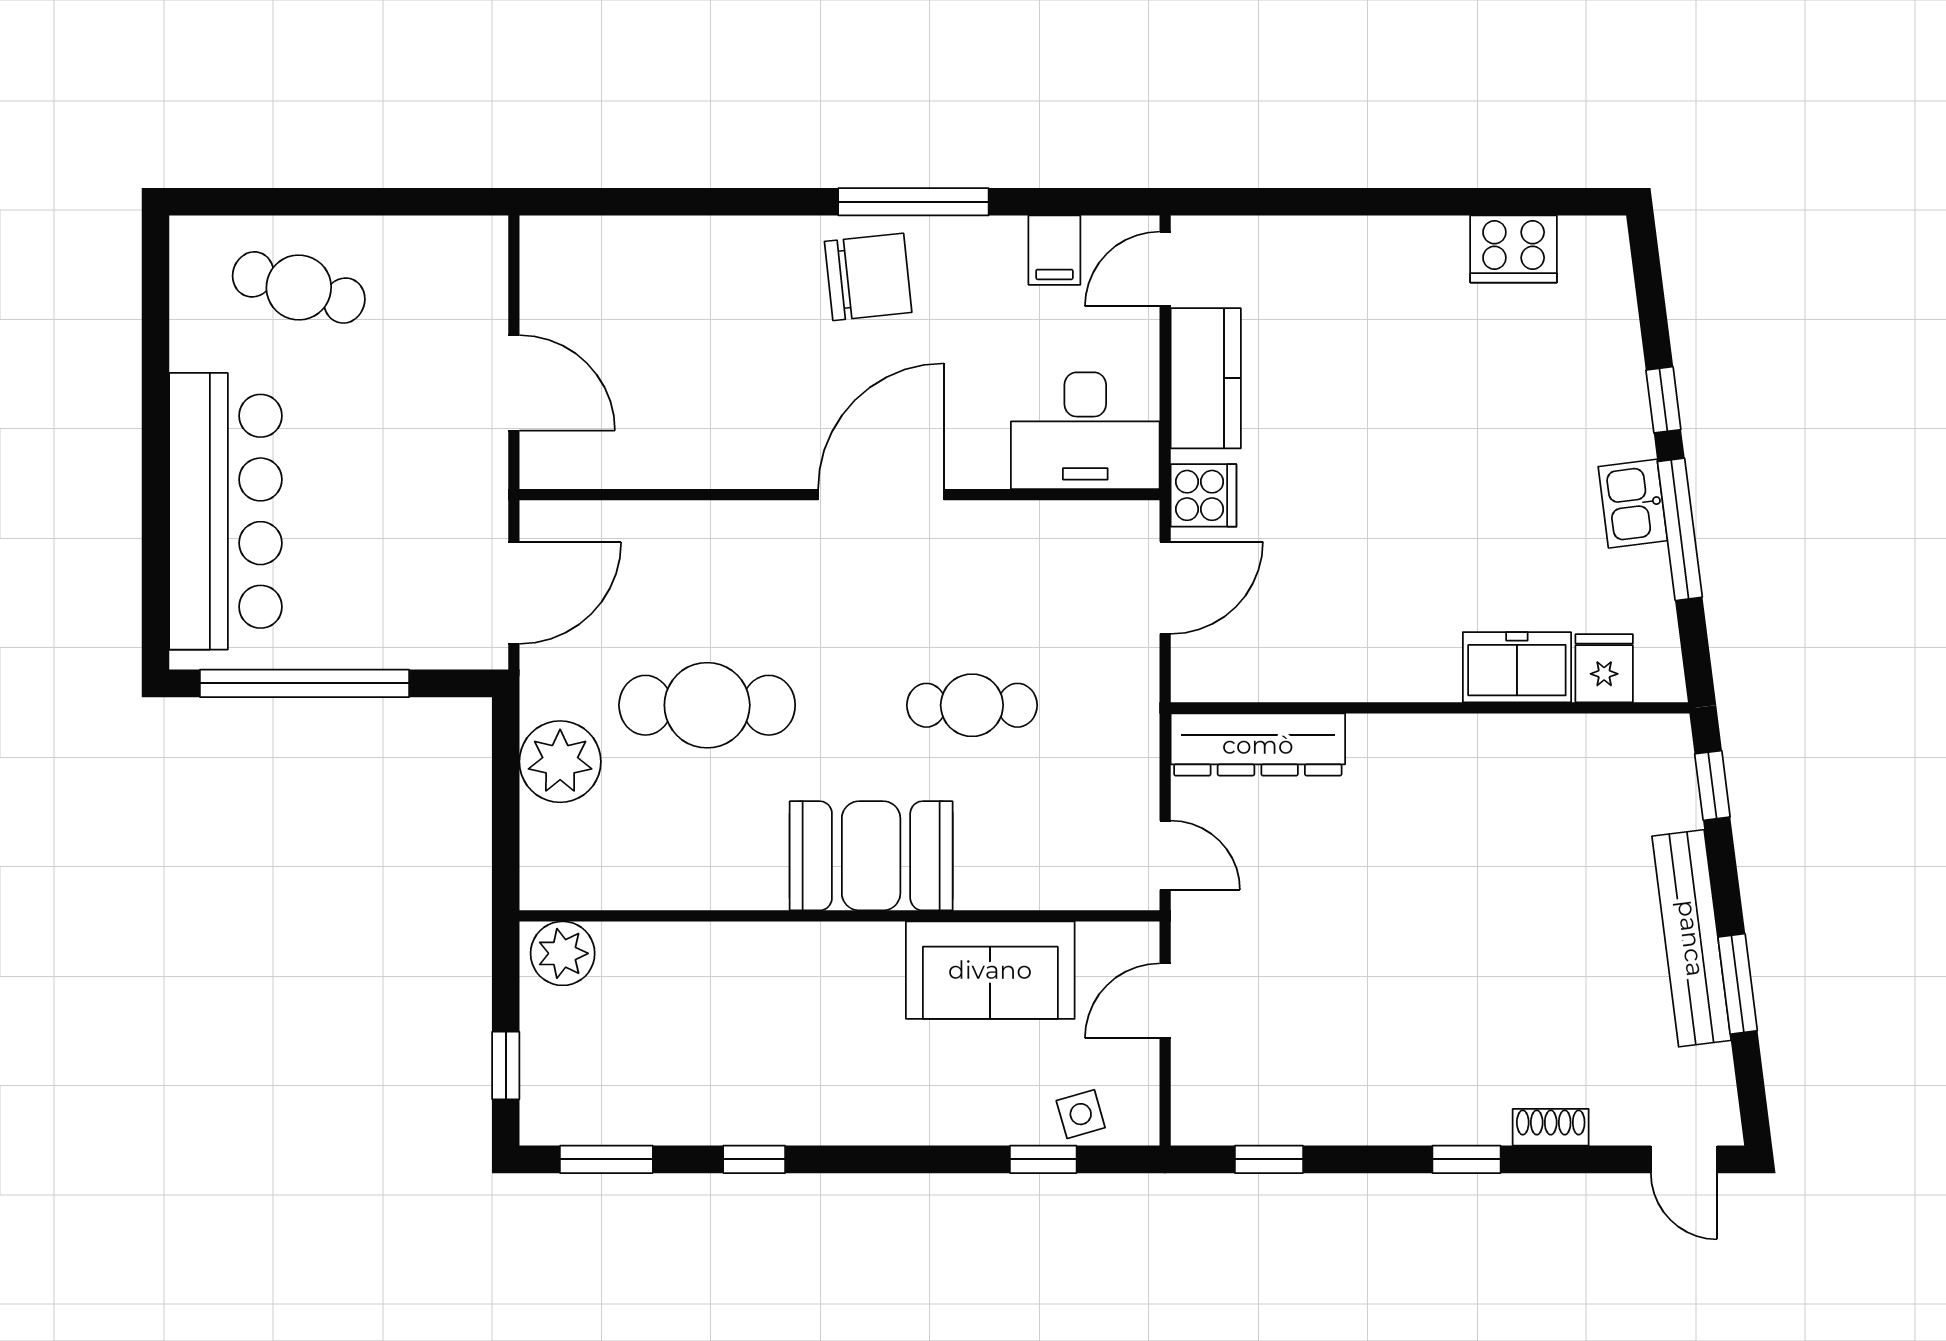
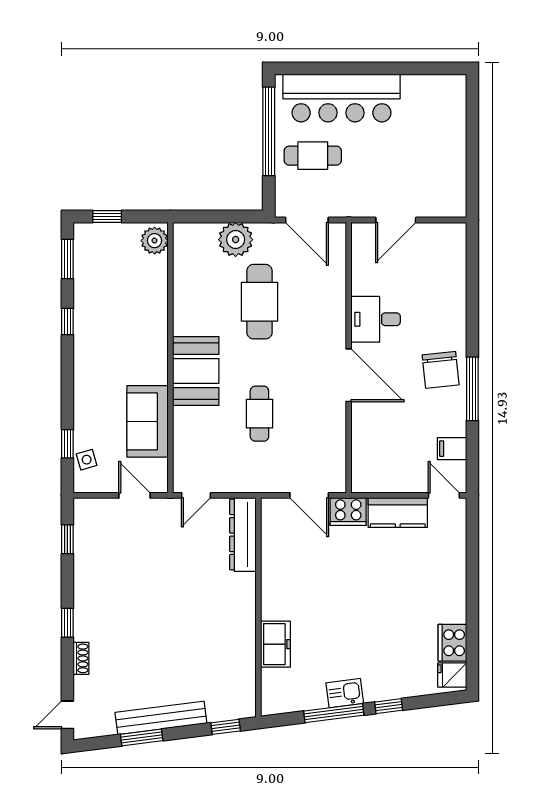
cafe table: (299, 287) -> (313, 156), moved, turned 74
desk: (1085, 431) -> (376, 319), moved, width x0.73
cooker: (1203, 495) -> (348, 512), width x1.36
fridge: (1604, 668) -> (452, 675), moved, turned 180

